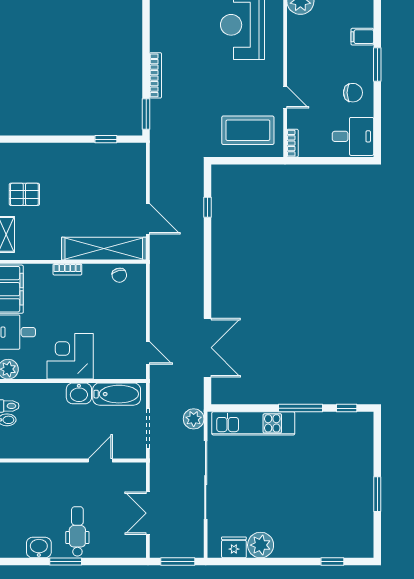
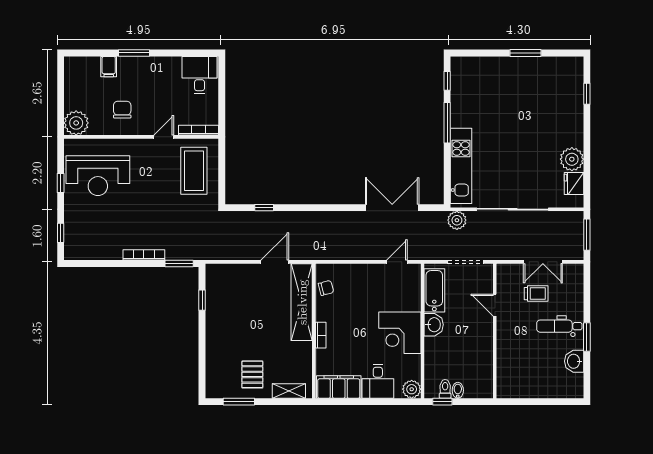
chair: (353, 93) -> (122, 110), moved
bookcase: (293, 143) -> (199, 130), width x1.56
trolley: (113, 506) -> (536, 294), added

